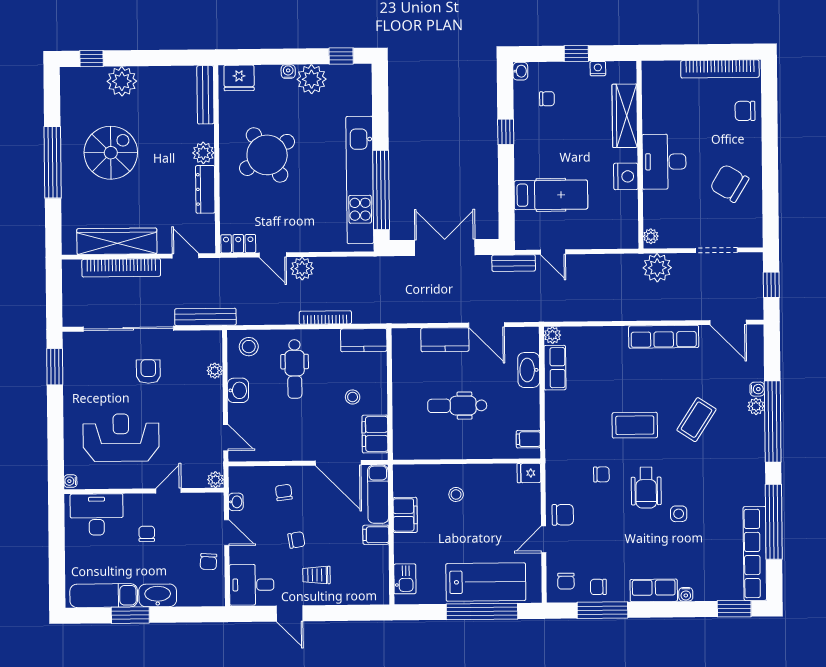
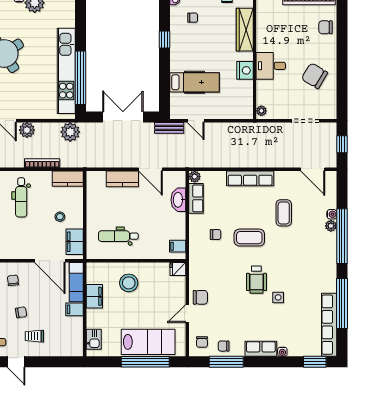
desk: (664, 162) -> (271, 66), width x0.73
plant: (657, 268) -> (70, 132), moved
row of seats: (664, 337) -> (250, 178), moved
dental chair: (457, 406) -> (118, 236), moved
coffee table: (696, 420) -> (284, 213), moved, turned -33
chair: (601, 474) -> (216, 235), moved
stool: (456, 494) -> (129, 283), width x1.89, depth x1.89

